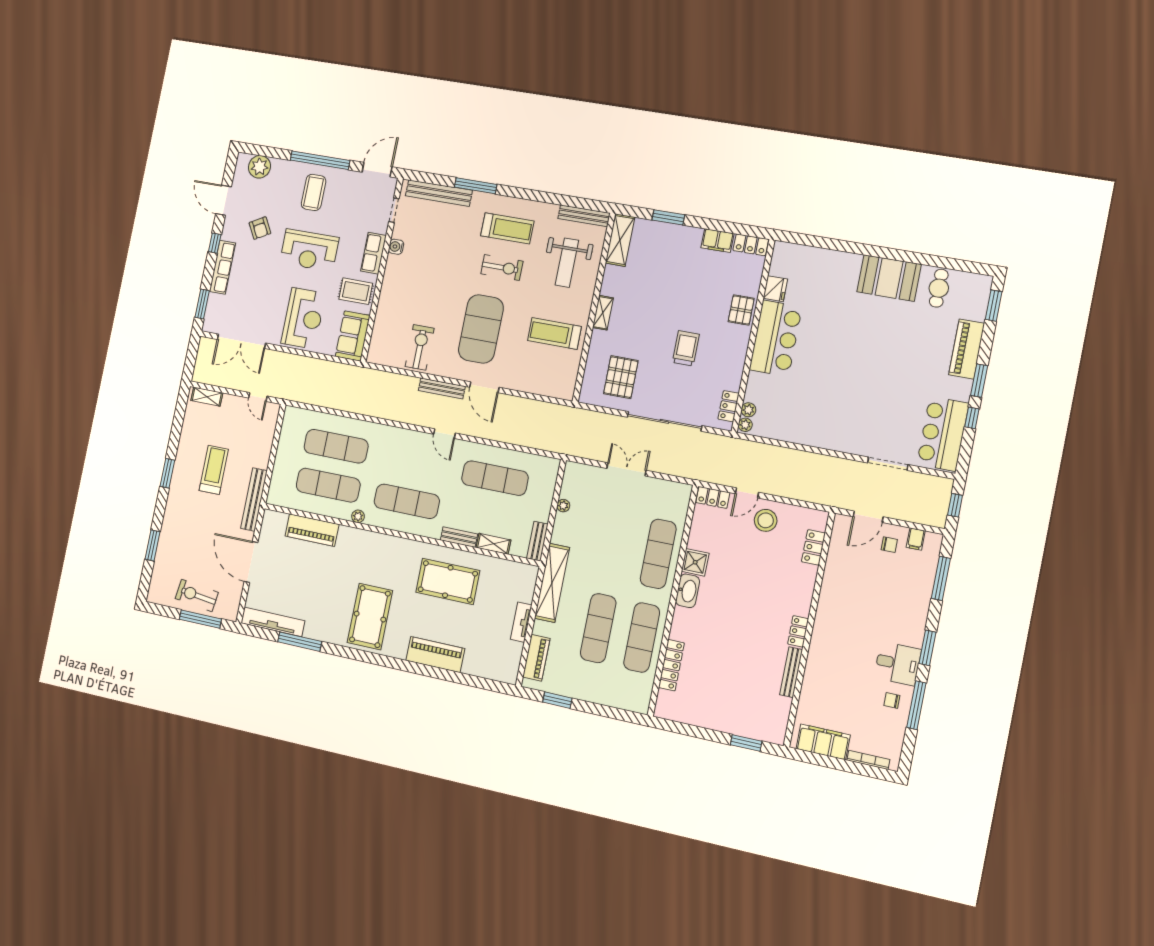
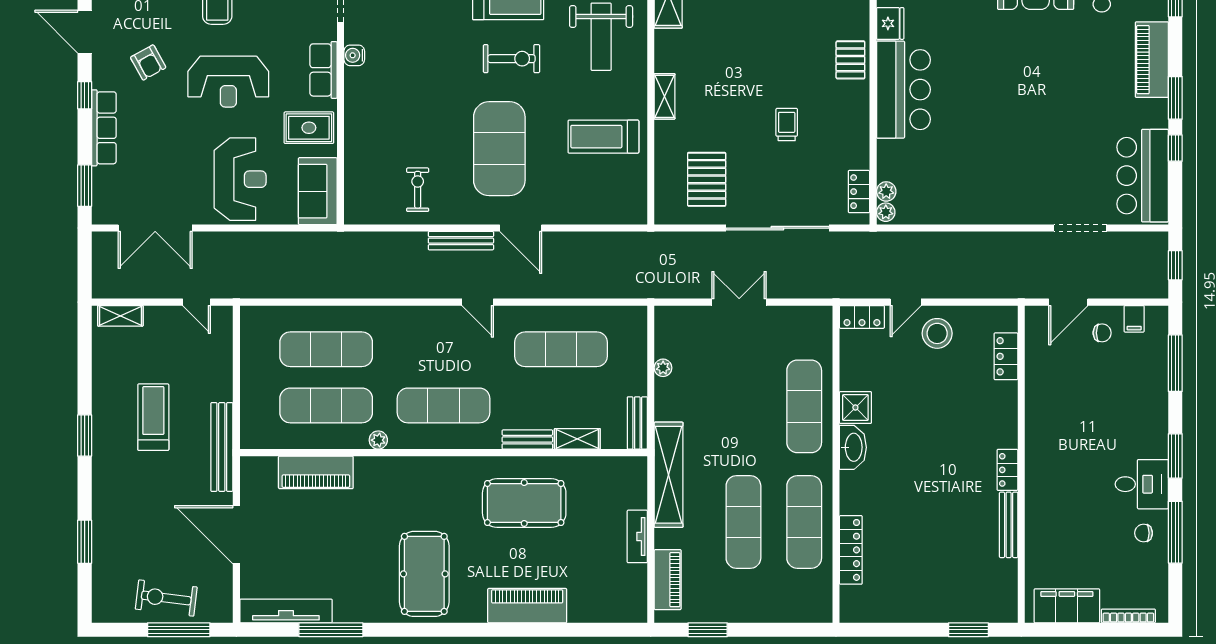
exercise bike: (420, 347) -> (418, 190), width x0.73, depth x0.72
trolley: (686, 348) -> (787, 125), width x0.73, depth x0.72

